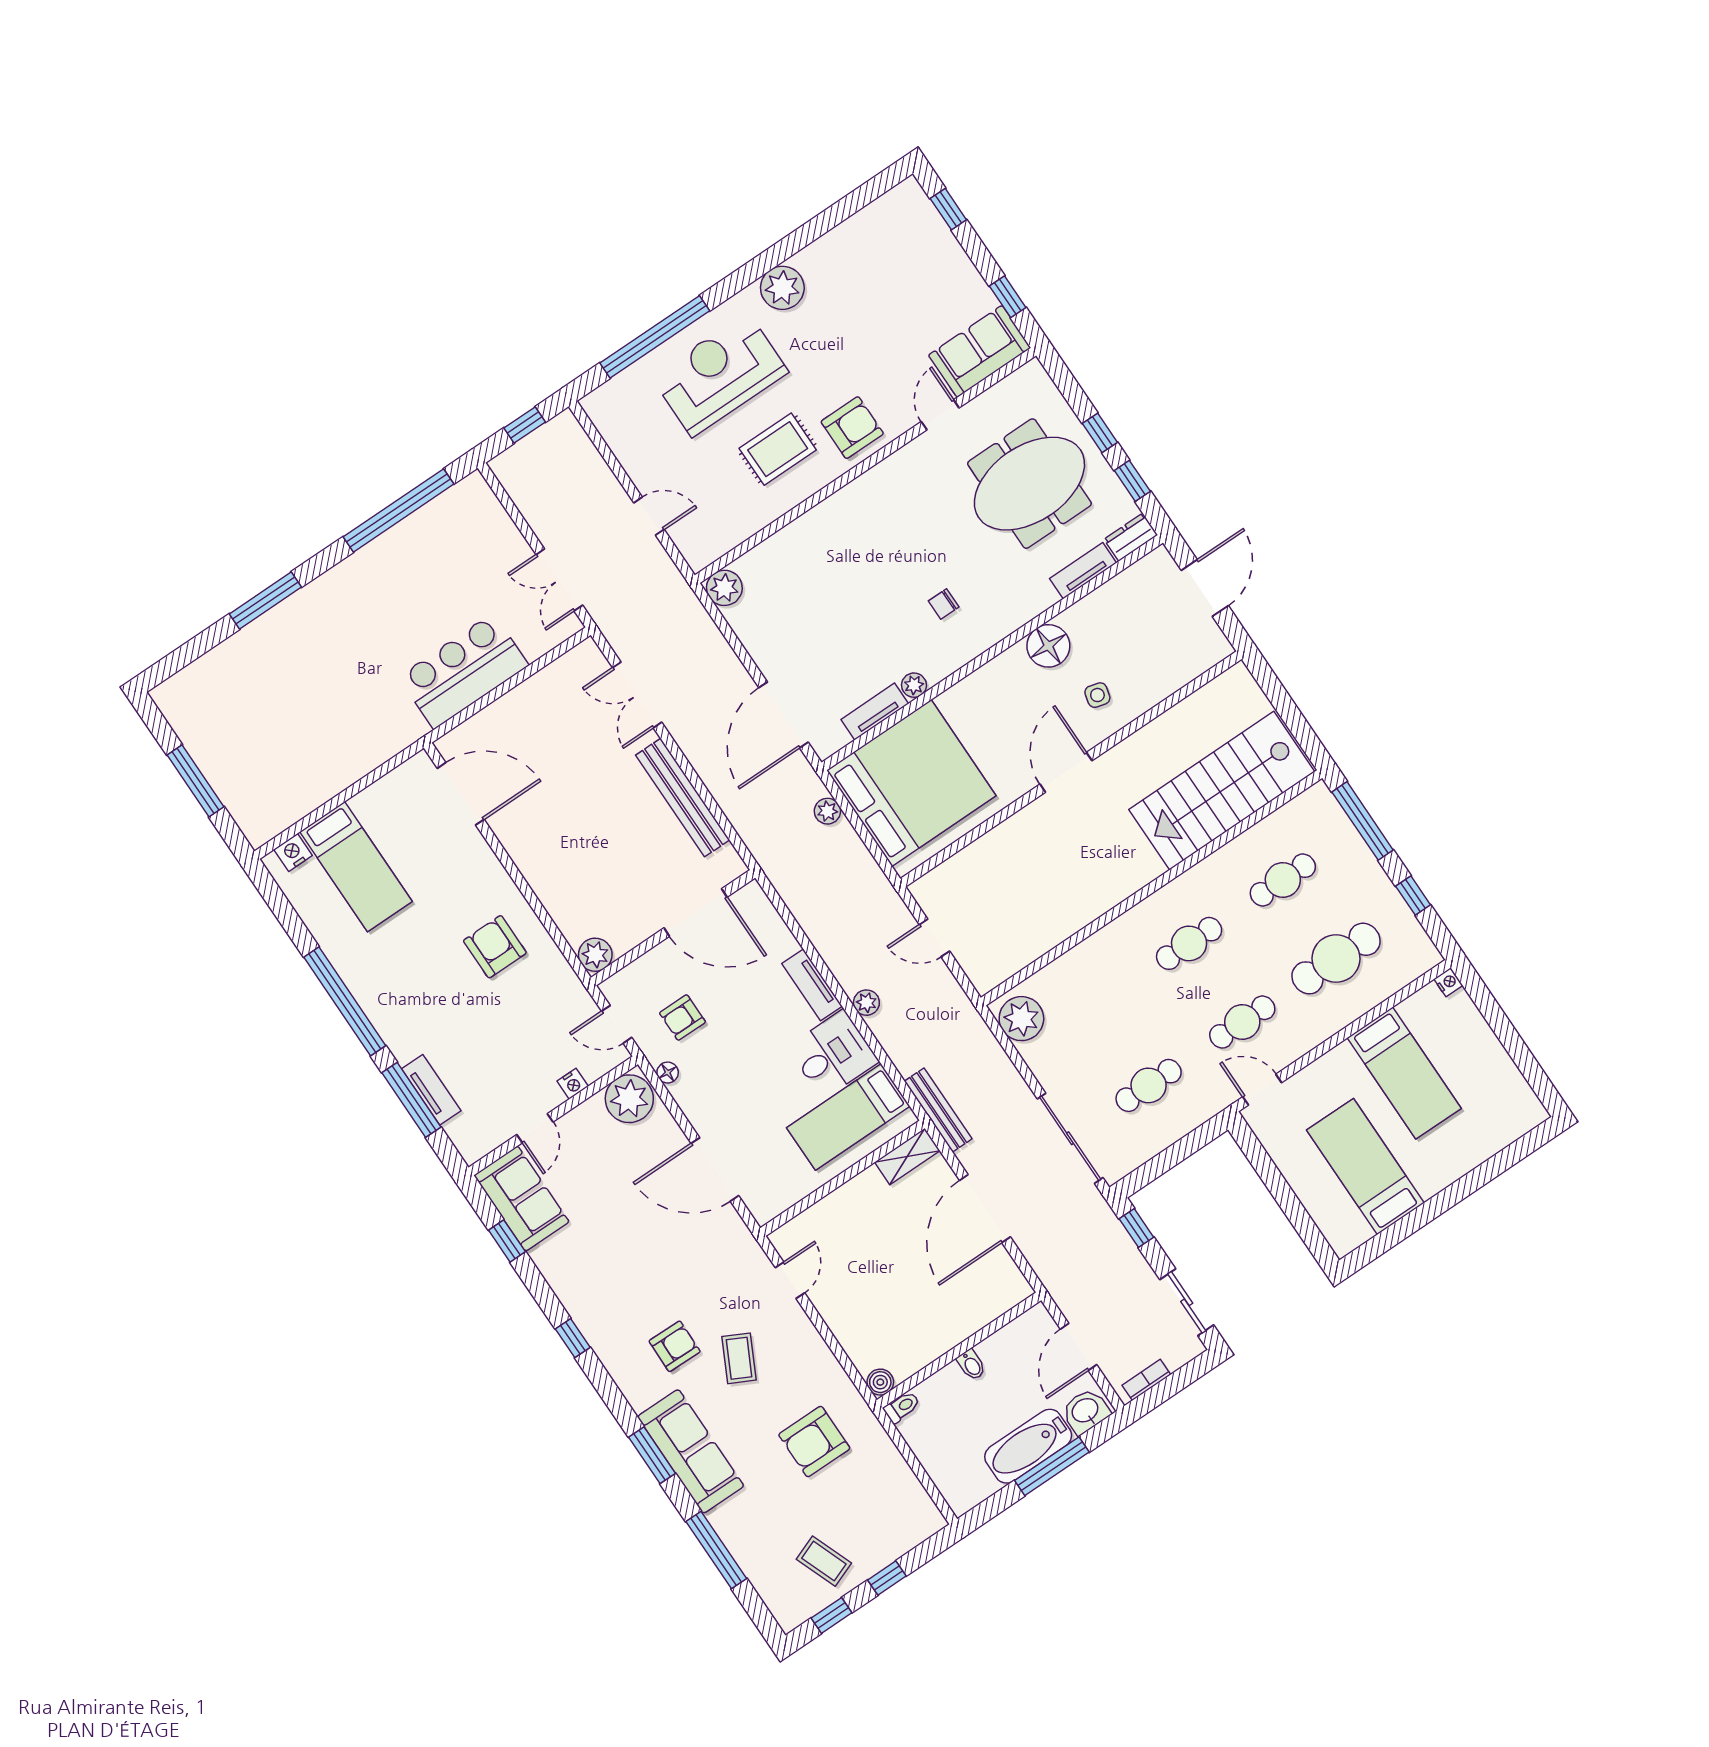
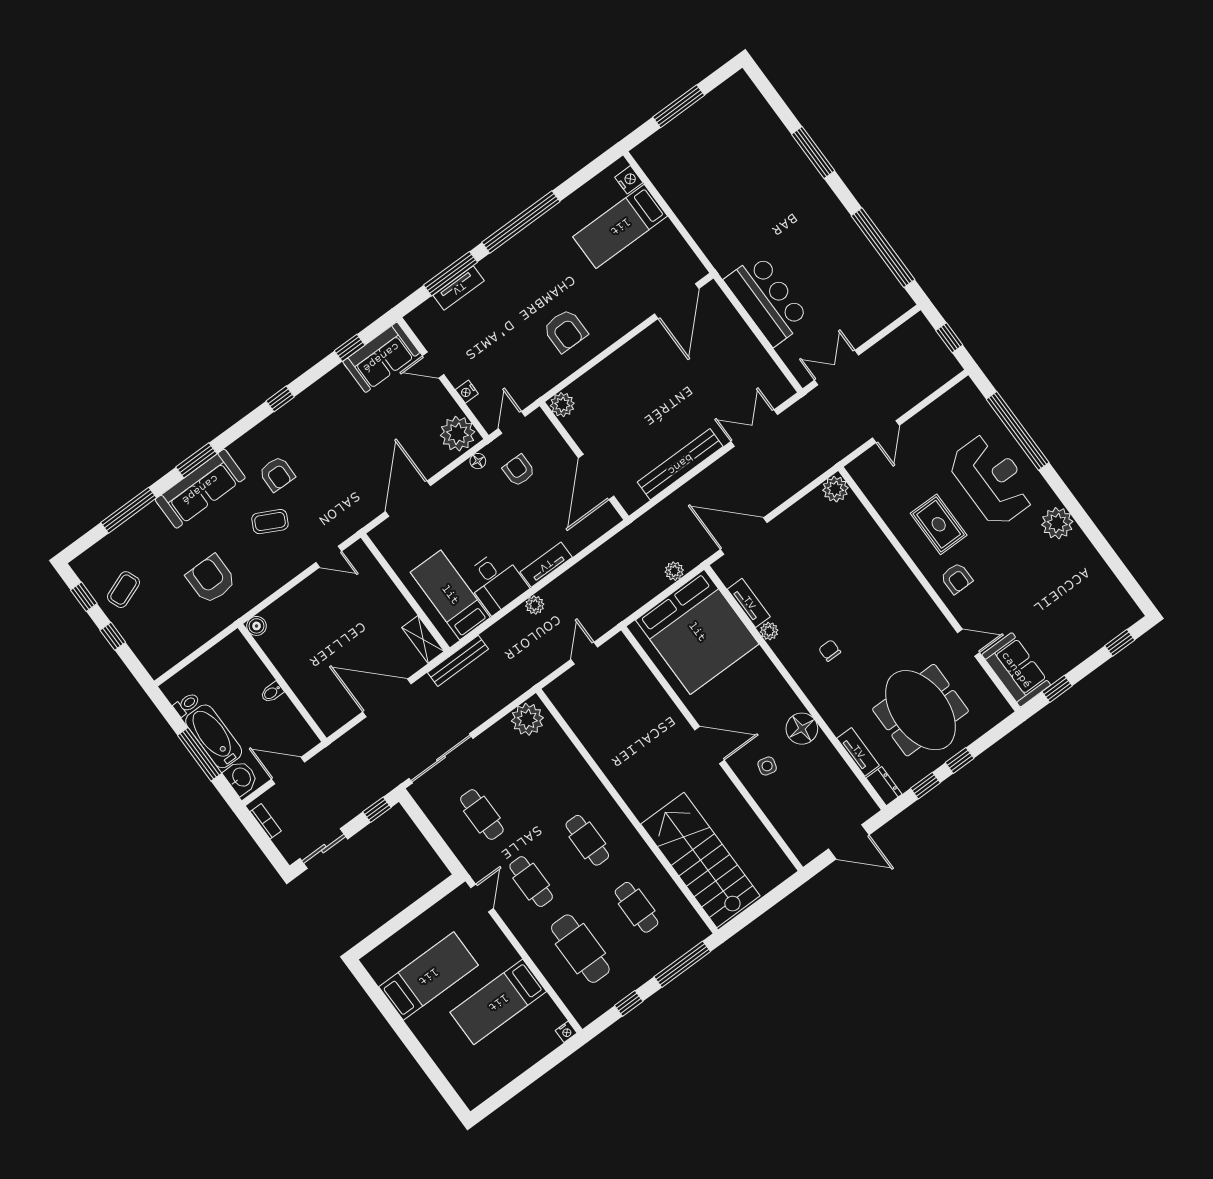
armchair: (852, 428) -> (957, 578), width x0.72, depth x0.72
armchair: (495, 947) -> (565, 331), turned 90
toilet: (902, 1407) -> (187, 704), moved, turned -90

